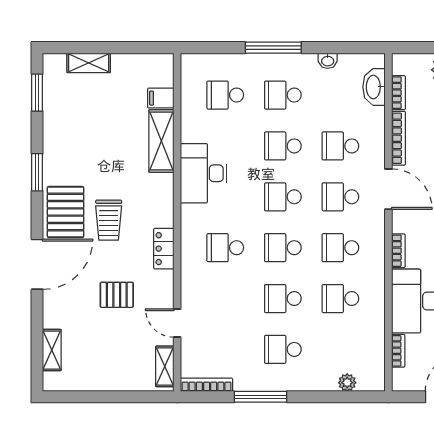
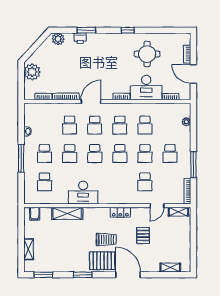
washbasin: (374, 87) -> (41, 109), removed
filing cabinet: (161, 98) -> (35, 214), moved
school desk: (225, 248) -> (145, 182), moved

